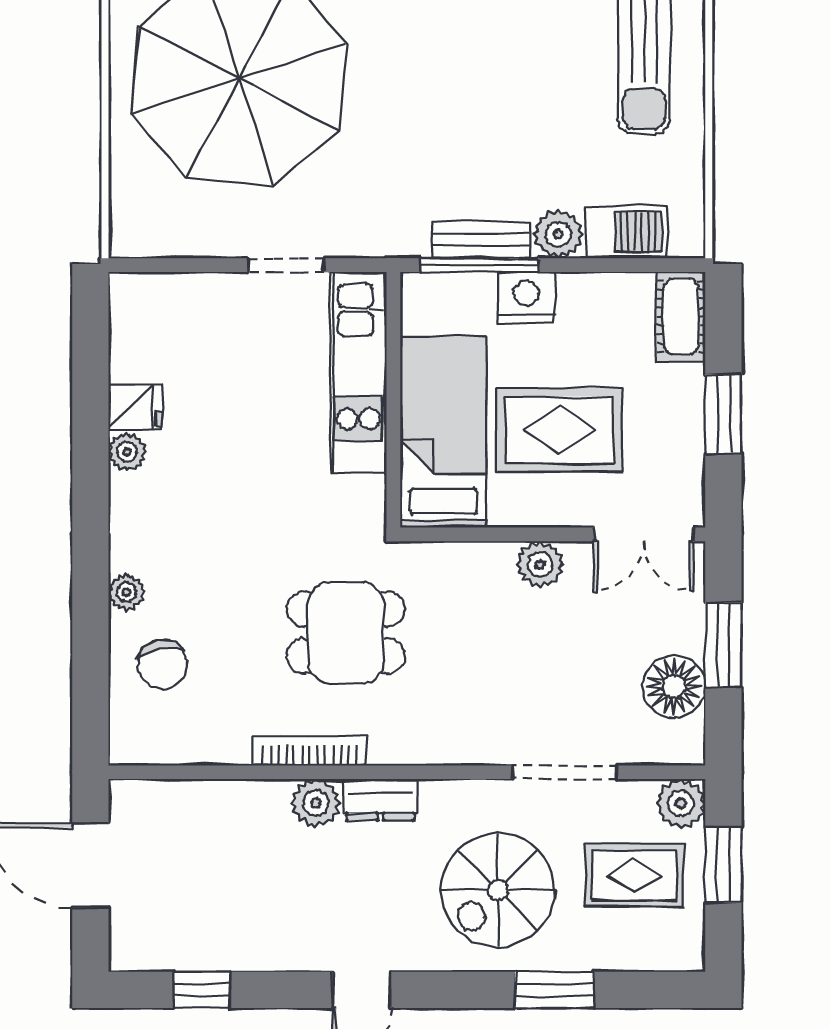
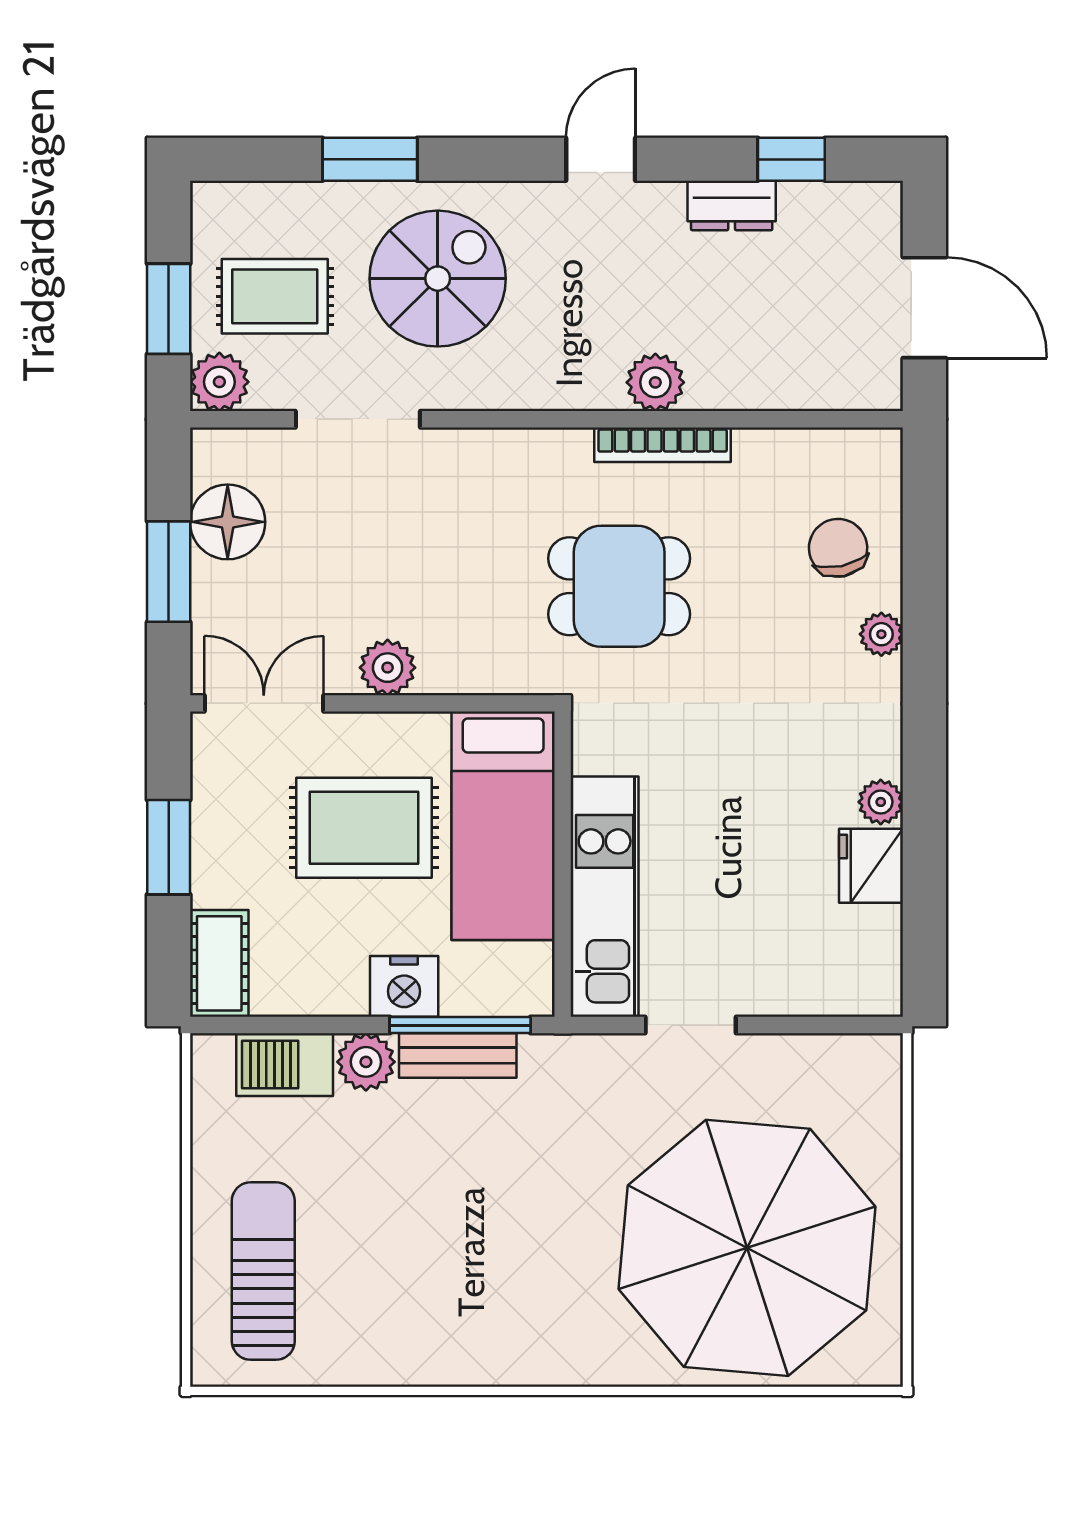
fridge: (135, 407) -> (871, 866), width x1.38
dresser: (380, 800) -> (732, 206), moved, turned 180

